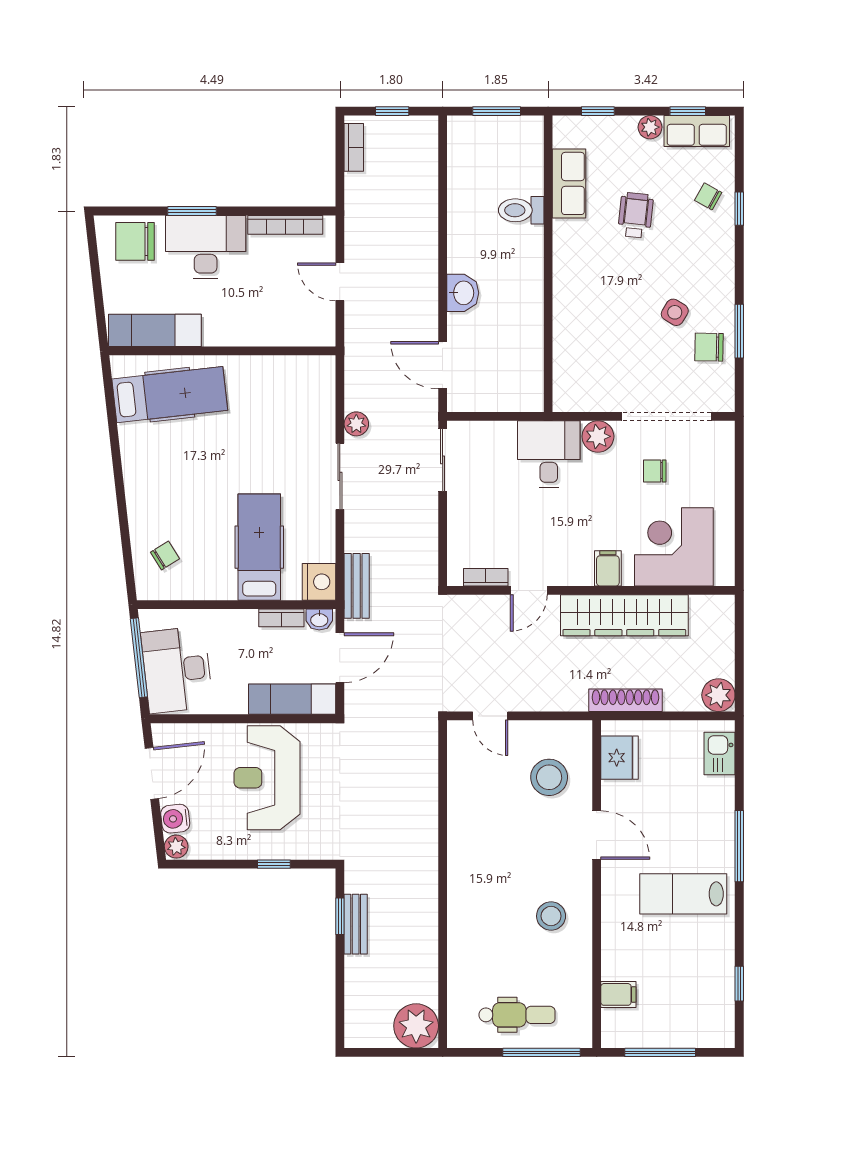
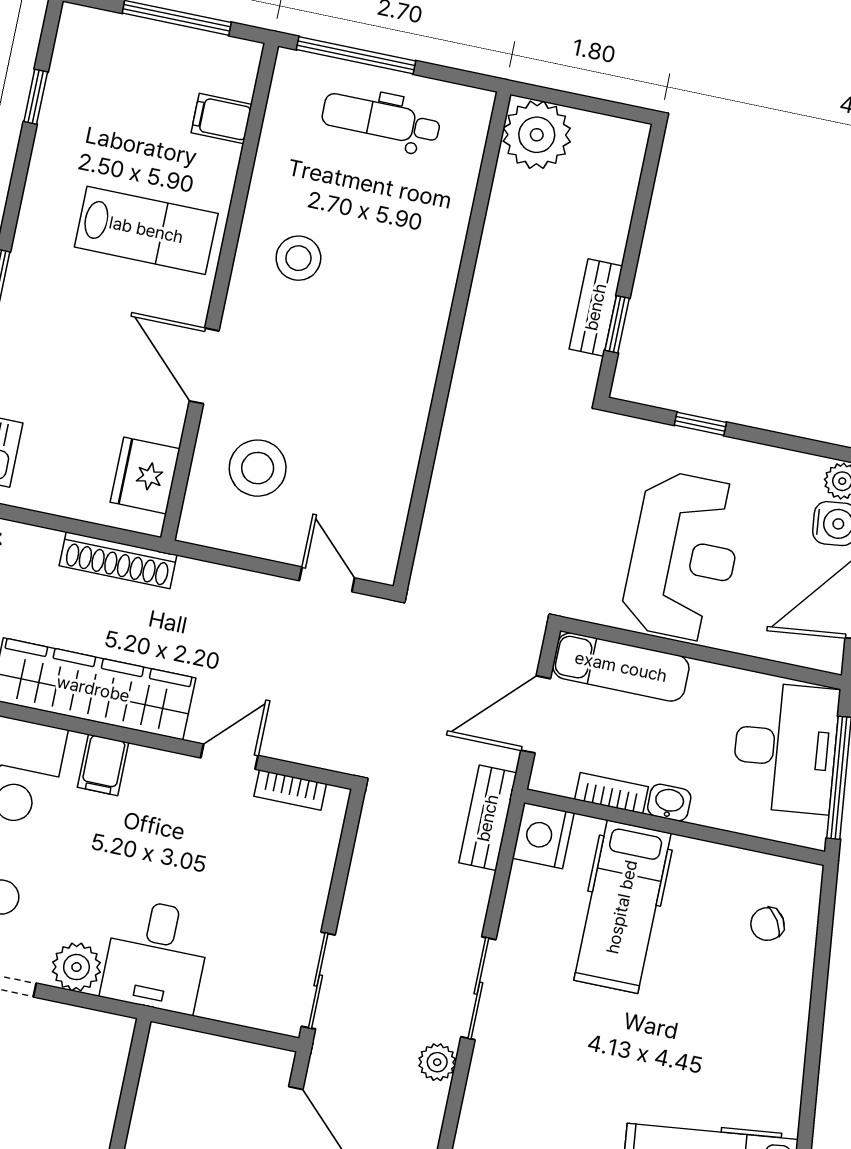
washbasin: (319, 620) -> (669, 803), moved
lab bench: (683, 894) -> (146, 230), moved

